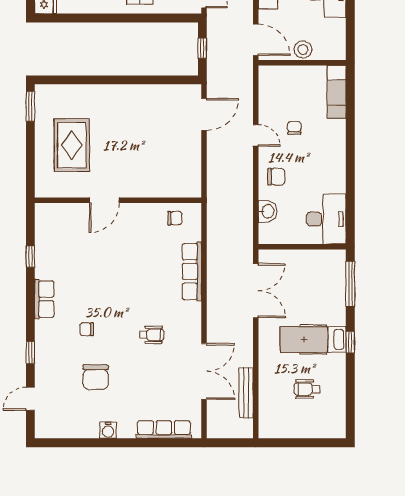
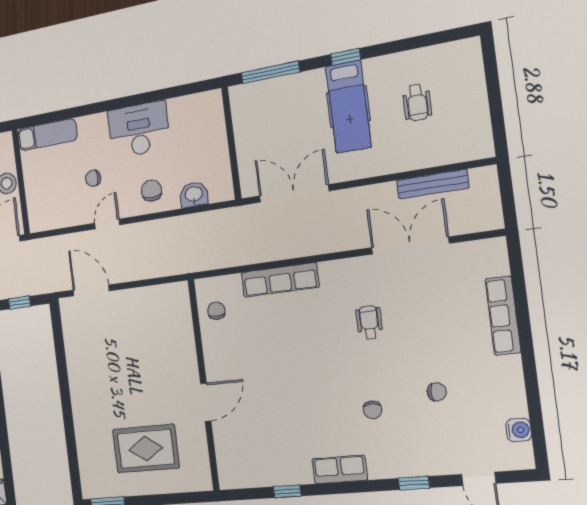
door: (104, 200) -> (206, 402), hinge flipped
desk: (326, 219) -> (139, 130), moved
chair: (96, 377) -> (437, 392), width x0.54, depth x0.54
water cooler: (108, 430) -> (519, 430), moved
row of seats: (164, 430) -> (503, 316), moved

